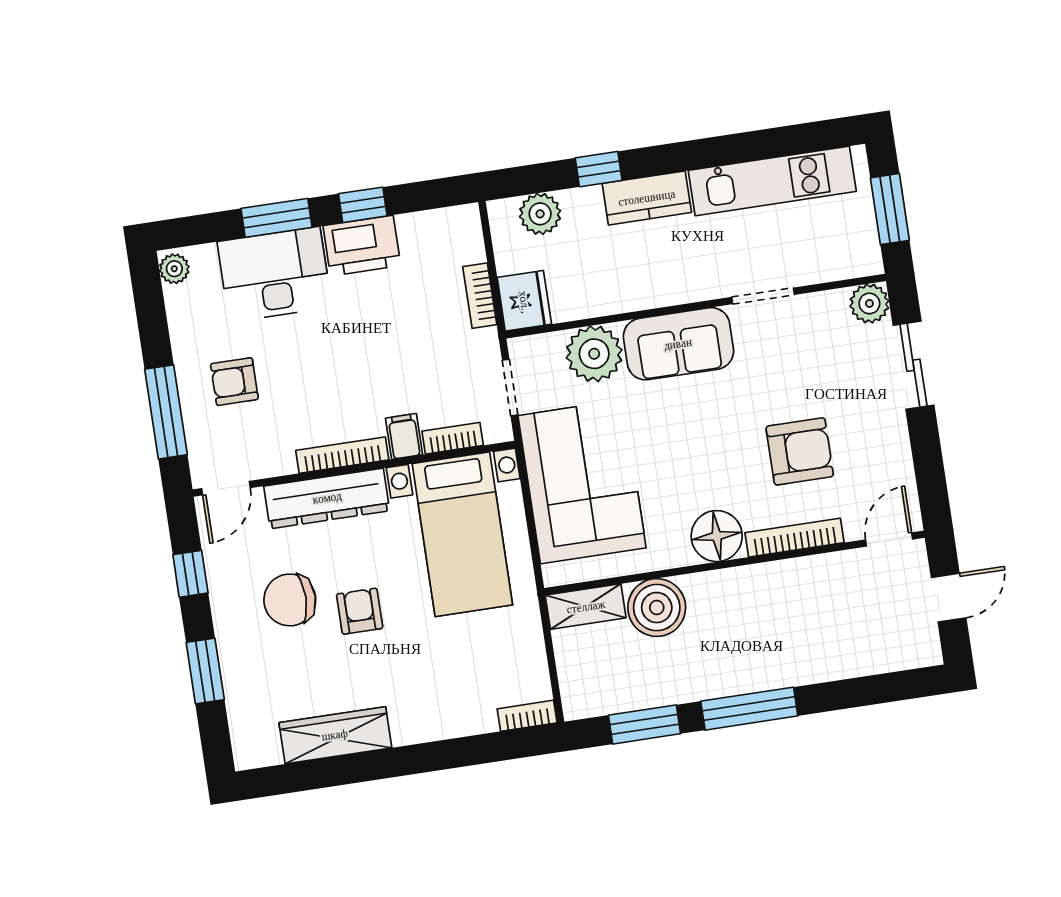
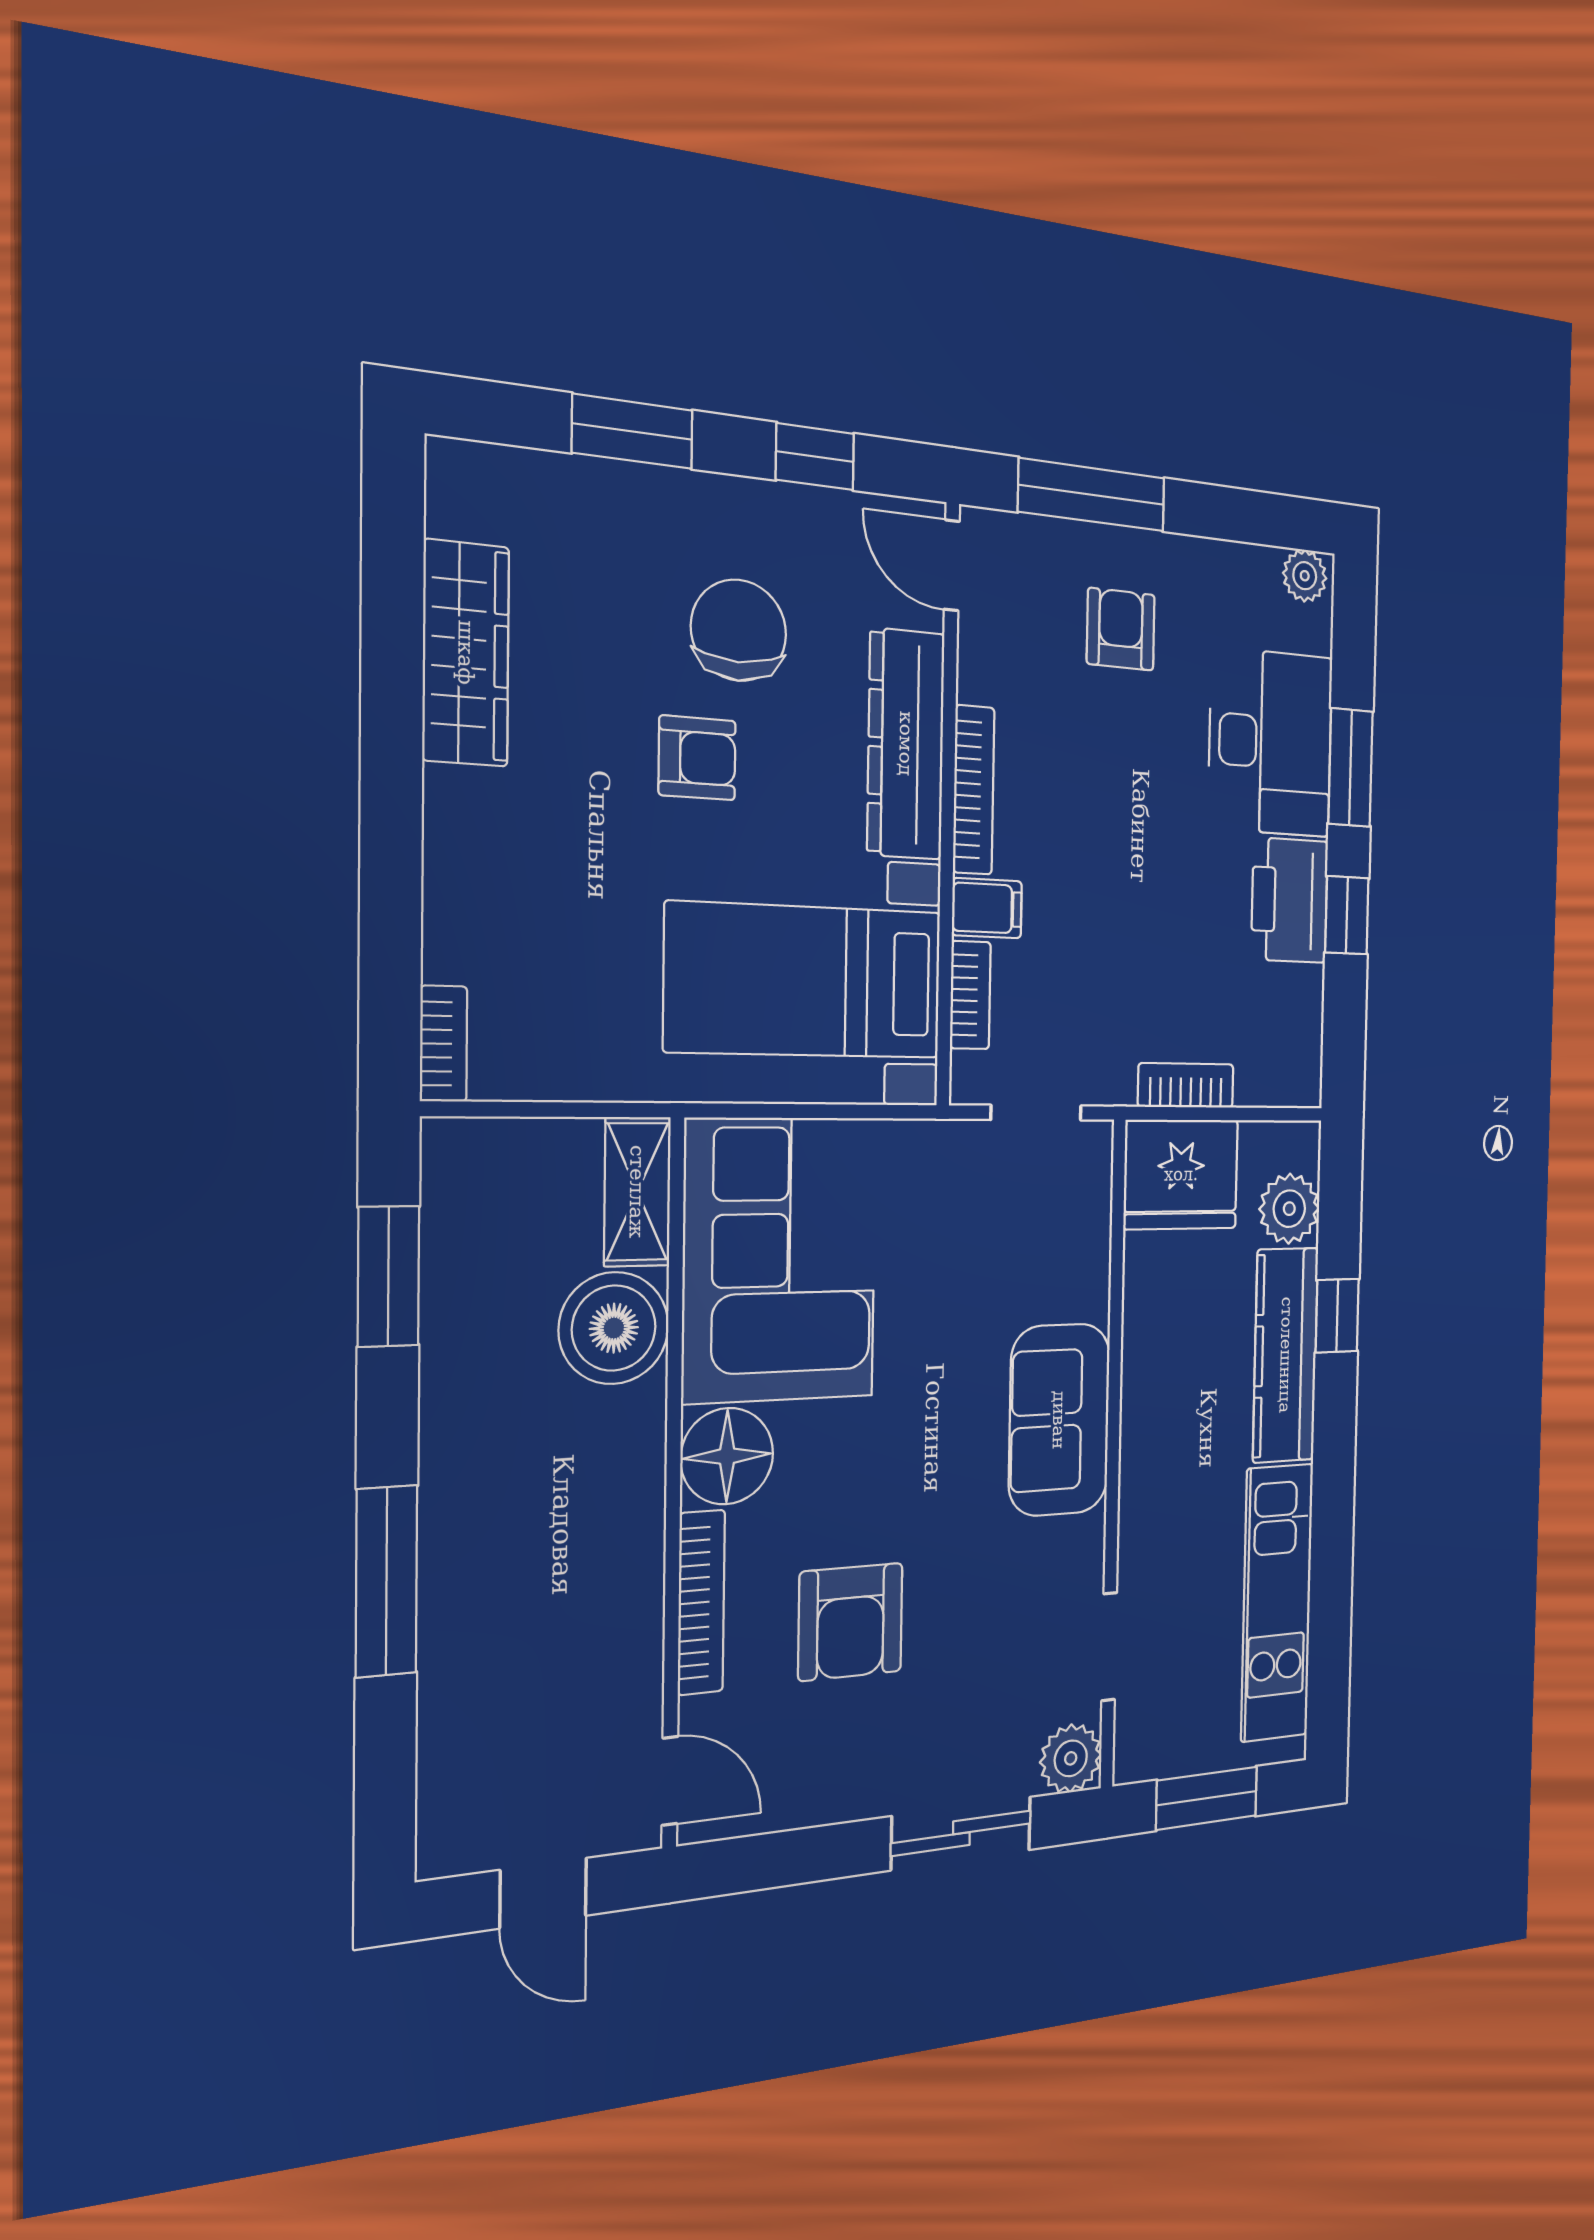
kitchen counter: (647, 198) -> (1286, 1355), width x1.50
doorway: (763, 296) -> (1109, 1647), moved
fridge: (524, 301) -> (1181, 1174), width x1.36, depth x1.34
plant: (594, 354) -> (1067, 1270), removed
corner sofa: (582, 482) -> (780, 1259), moved, turned -90
window: (749, 709) -> (387, 1581), moved

